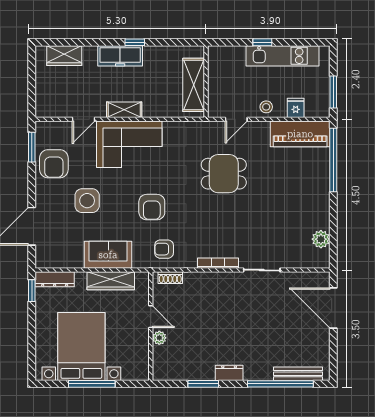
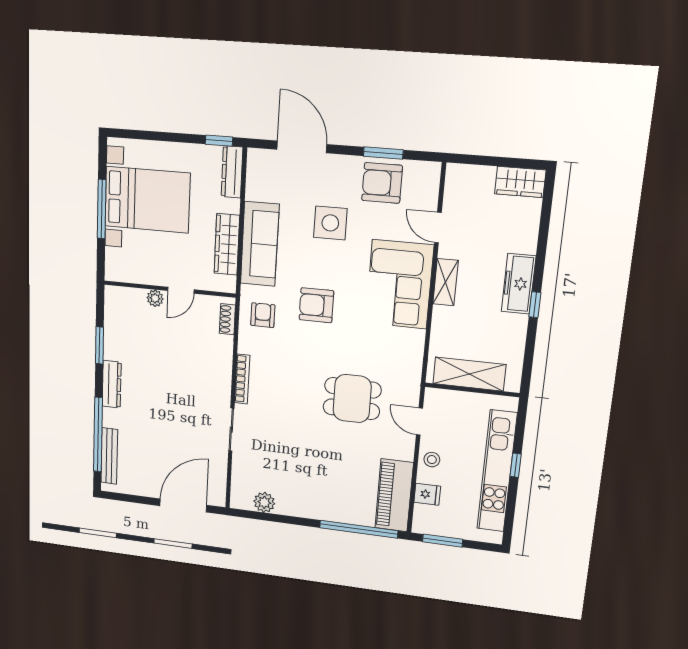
wardrobe: (64, 56) -> (520, 182), moved, turned -90
kitchen unit: (282, 56) -> (497, 471), width x1.36
window: (32, 147) -> (383, 153), moved
dining table: (224, 174) -> (352, 399), turned 90
sofa: (108, 255) -> (260, 244), width x1.36
dresser: (229, 373) -> (112, 384), width x1.44

